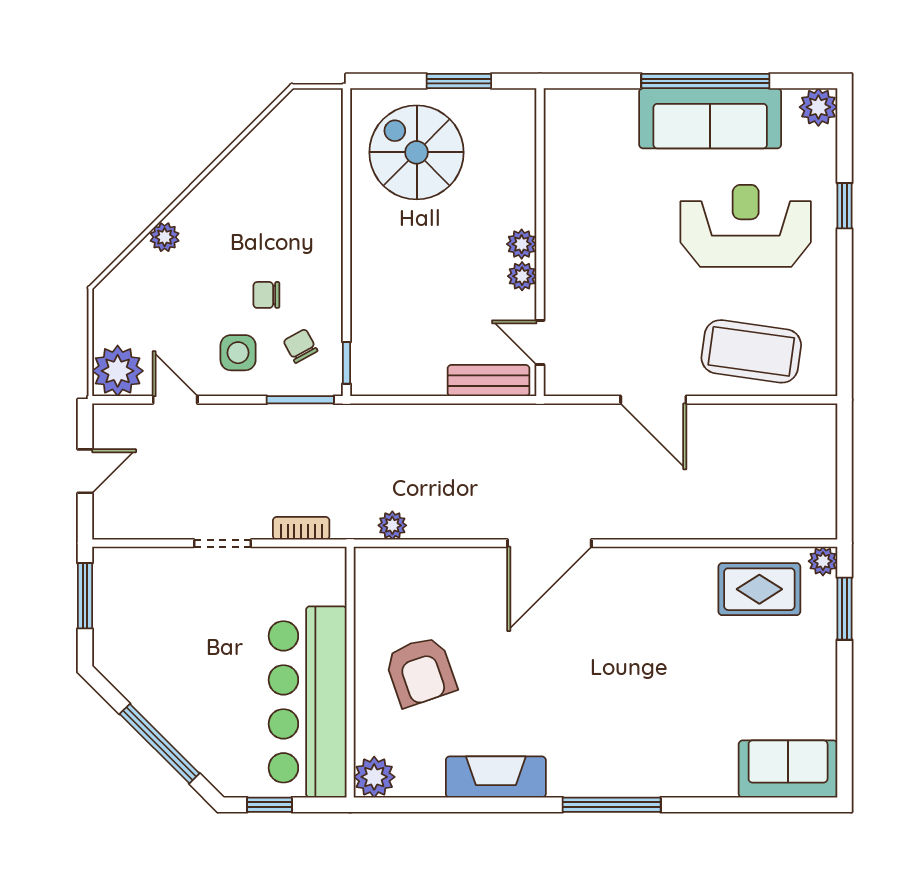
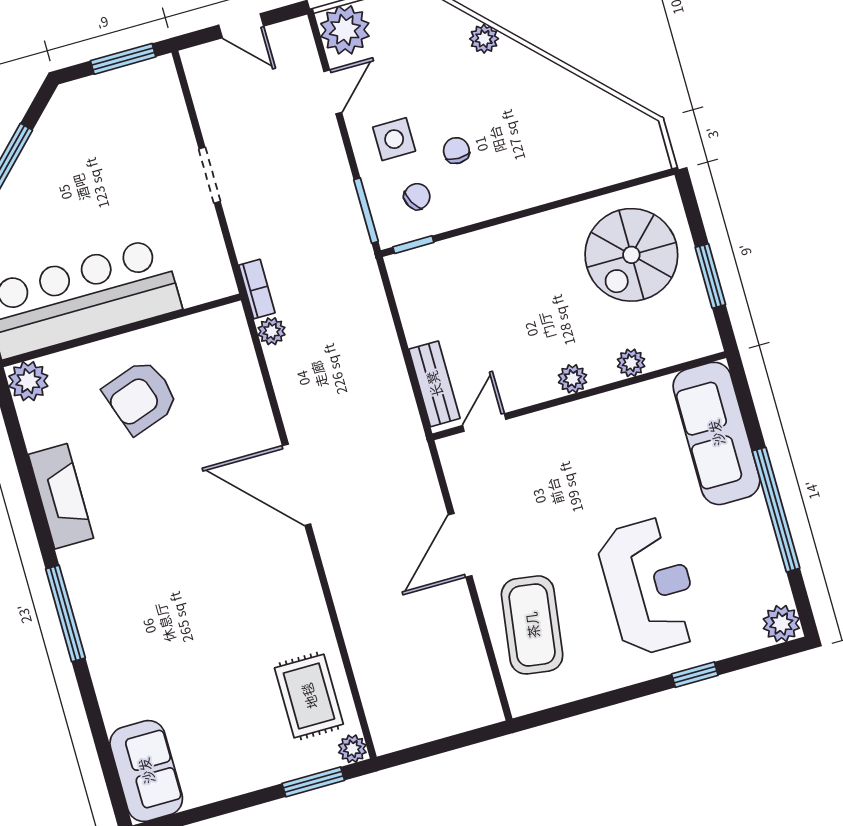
sofa: (710, 118) -> (716, 433), moved
spiral stairs: (417, 152) -> (631, 255), turned 180
plant: (522, 276) -> (631, 363), moved
bookcase: (301, 528) -> (257, 289), moved

